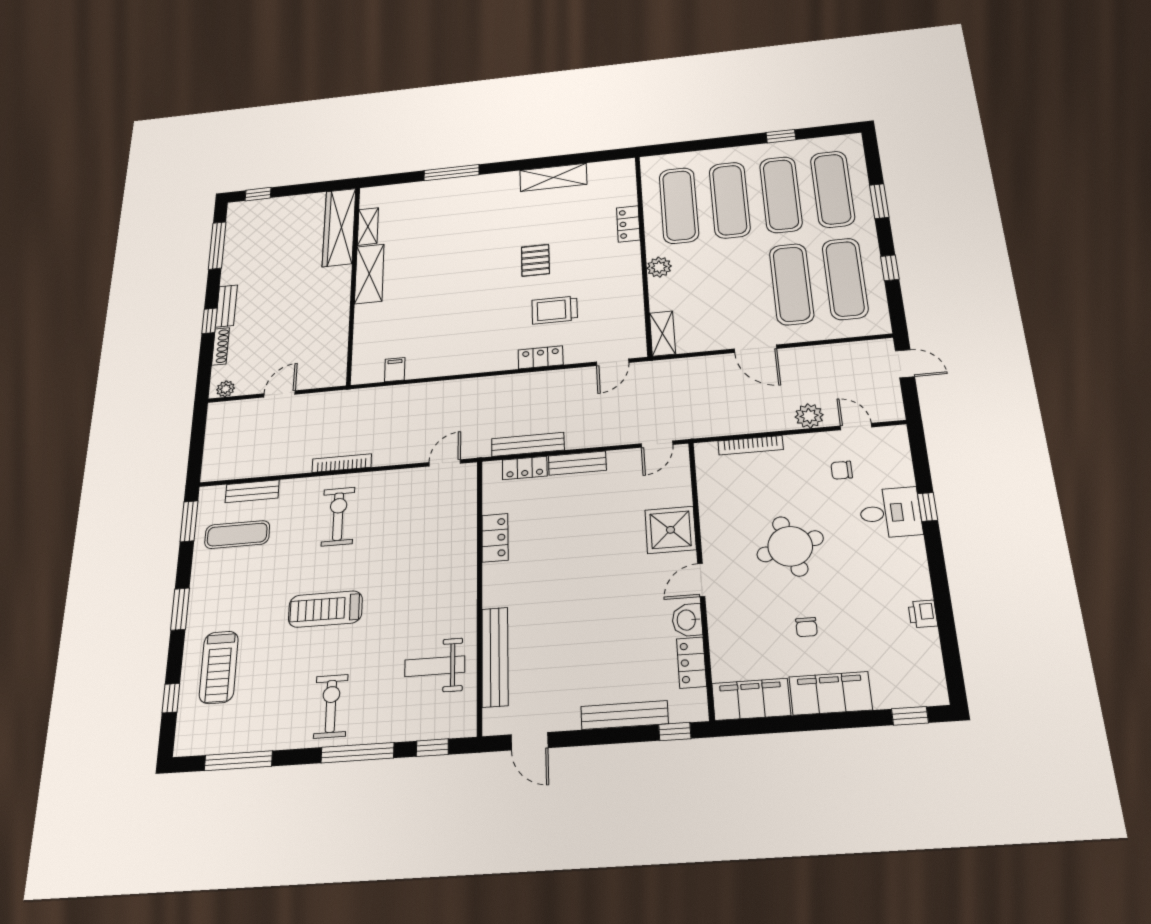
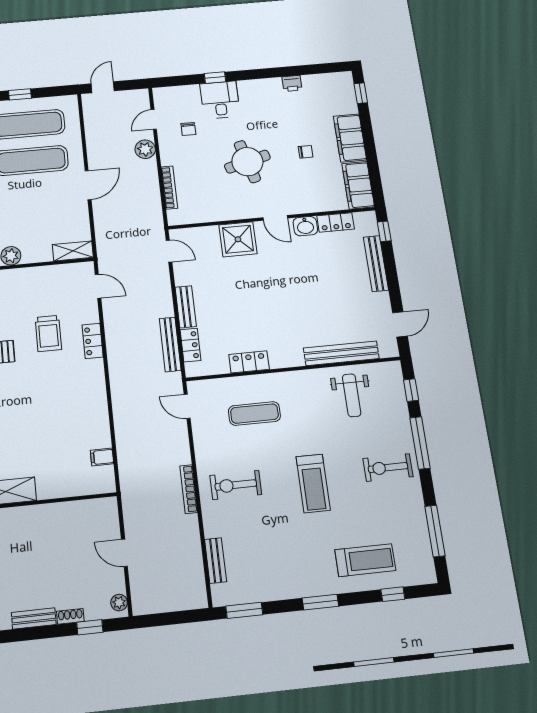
window: (209, 321) -> (90, 627), moved
shoe rack: (220, 346) -> (70, 616), width x0.70
exercise mat: (237, 535) -> (254, 414), moved, turned 90

